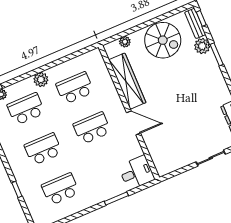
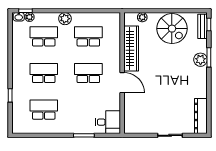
plant: (202, 46) -> (200, 60), moved

